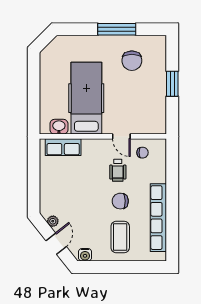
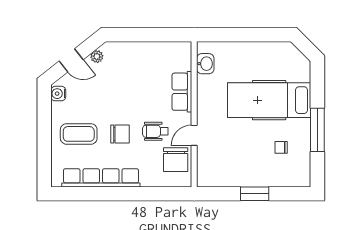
chair: (132, 61) -> (281, 147), width x0.54, depth x0.54
hospital bed: (86, 98) -> (269, 100), moved, turned 180
row of seats: (63, 147) -> (182, 92), moved
chair: (143, 153) -> (176, 160), width x1.87, depth x1.87
chair: (120, 201) -> (120, 134), turned 91

